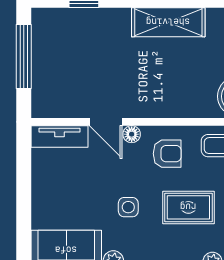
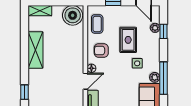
armchair: (167, 154) -> (101, 50), turned -90
side table: (128, 207) -> (137, 63), moved

